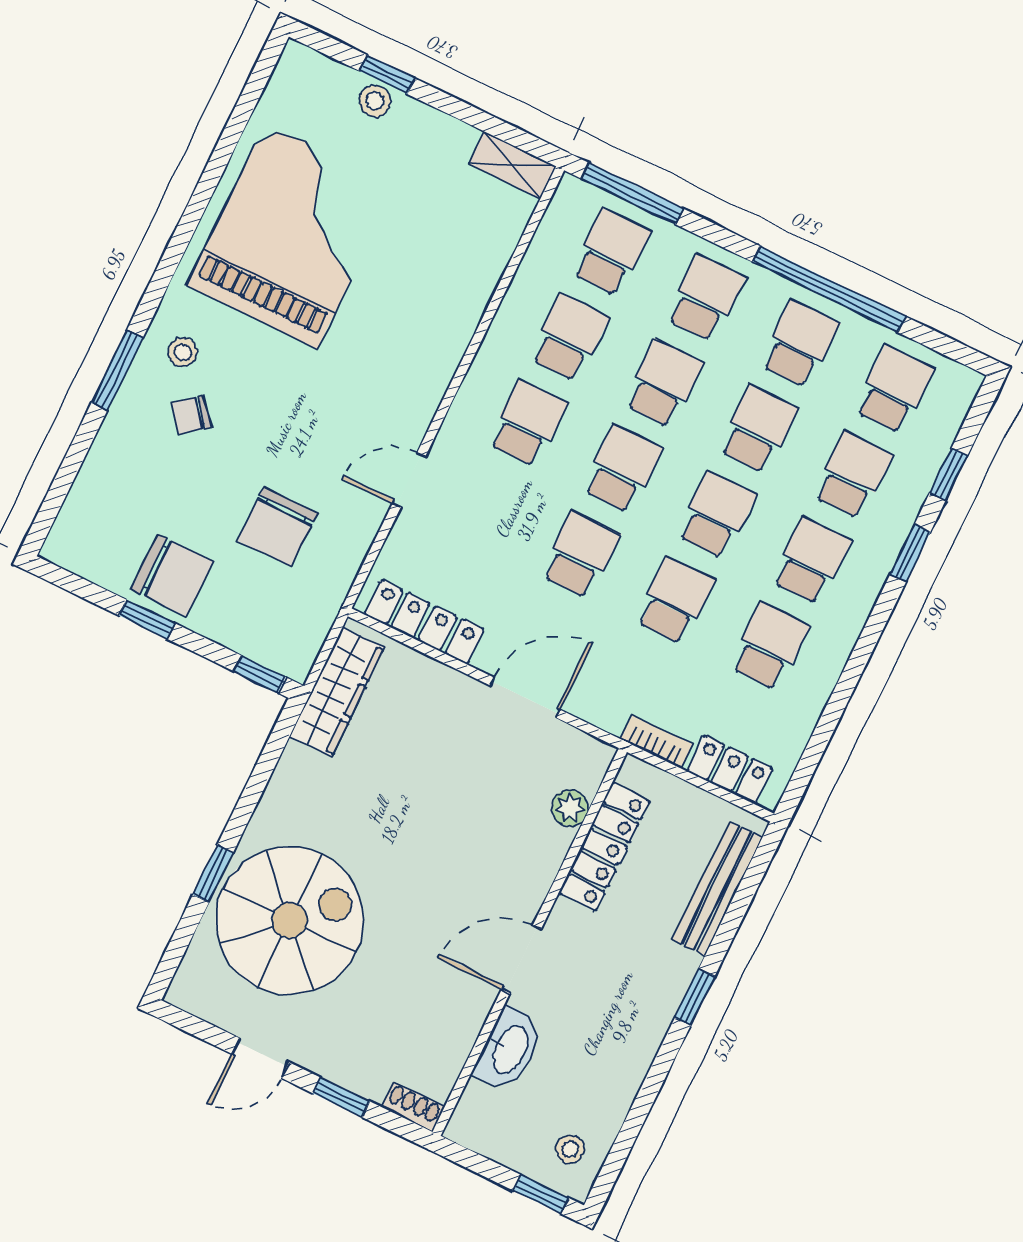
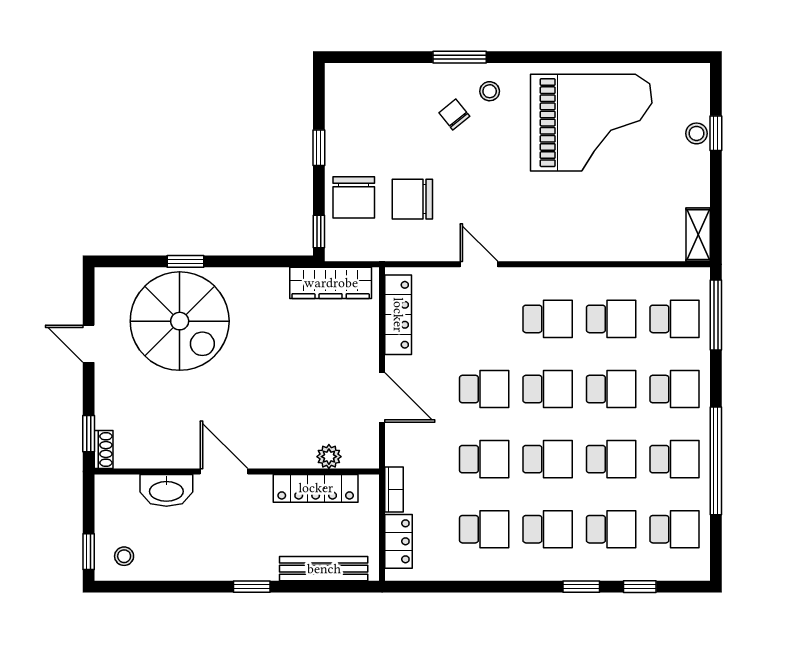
chair: (172, 575) -> (354, 197), moved
window: (341, 1097) -> (89, 434), moved

